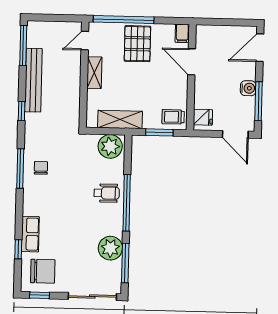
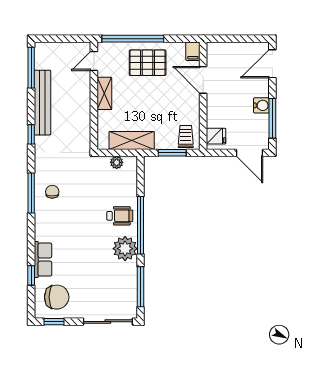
pallet: (137, 44) -> (148, 63), turned 90
trolley: (173, 117) -> (186, 136), turned 90
plant: (110, 146) -> (117, 162), width x0.53, depth x0.53
plant: (110, 248) -> (125, 249), moved

